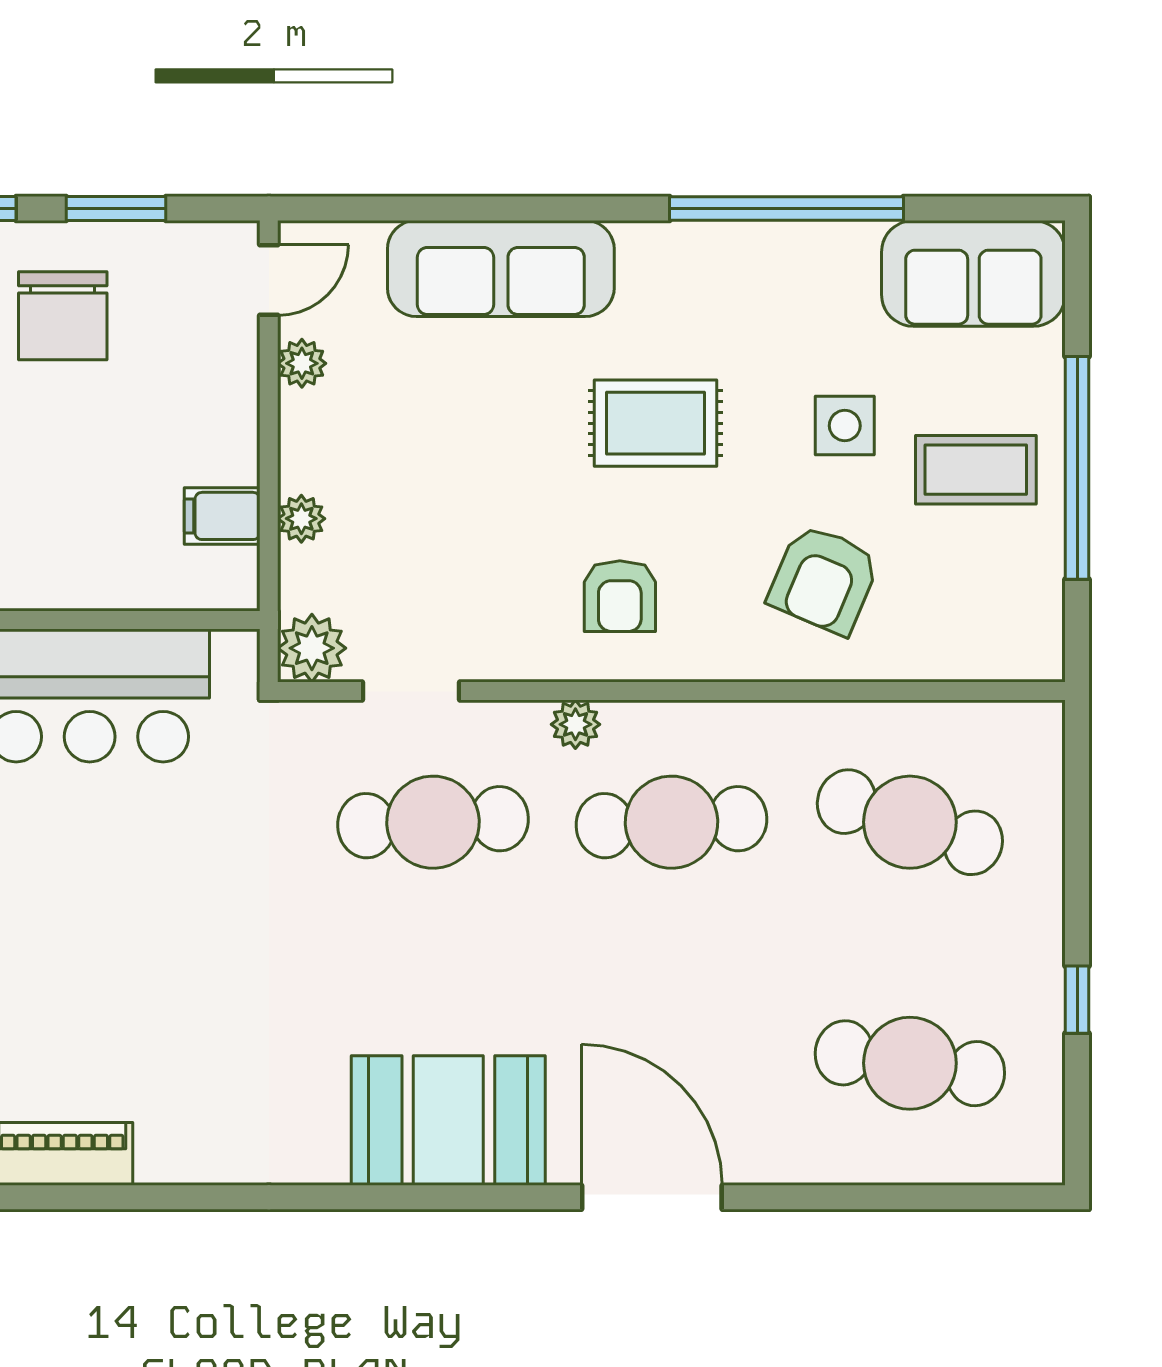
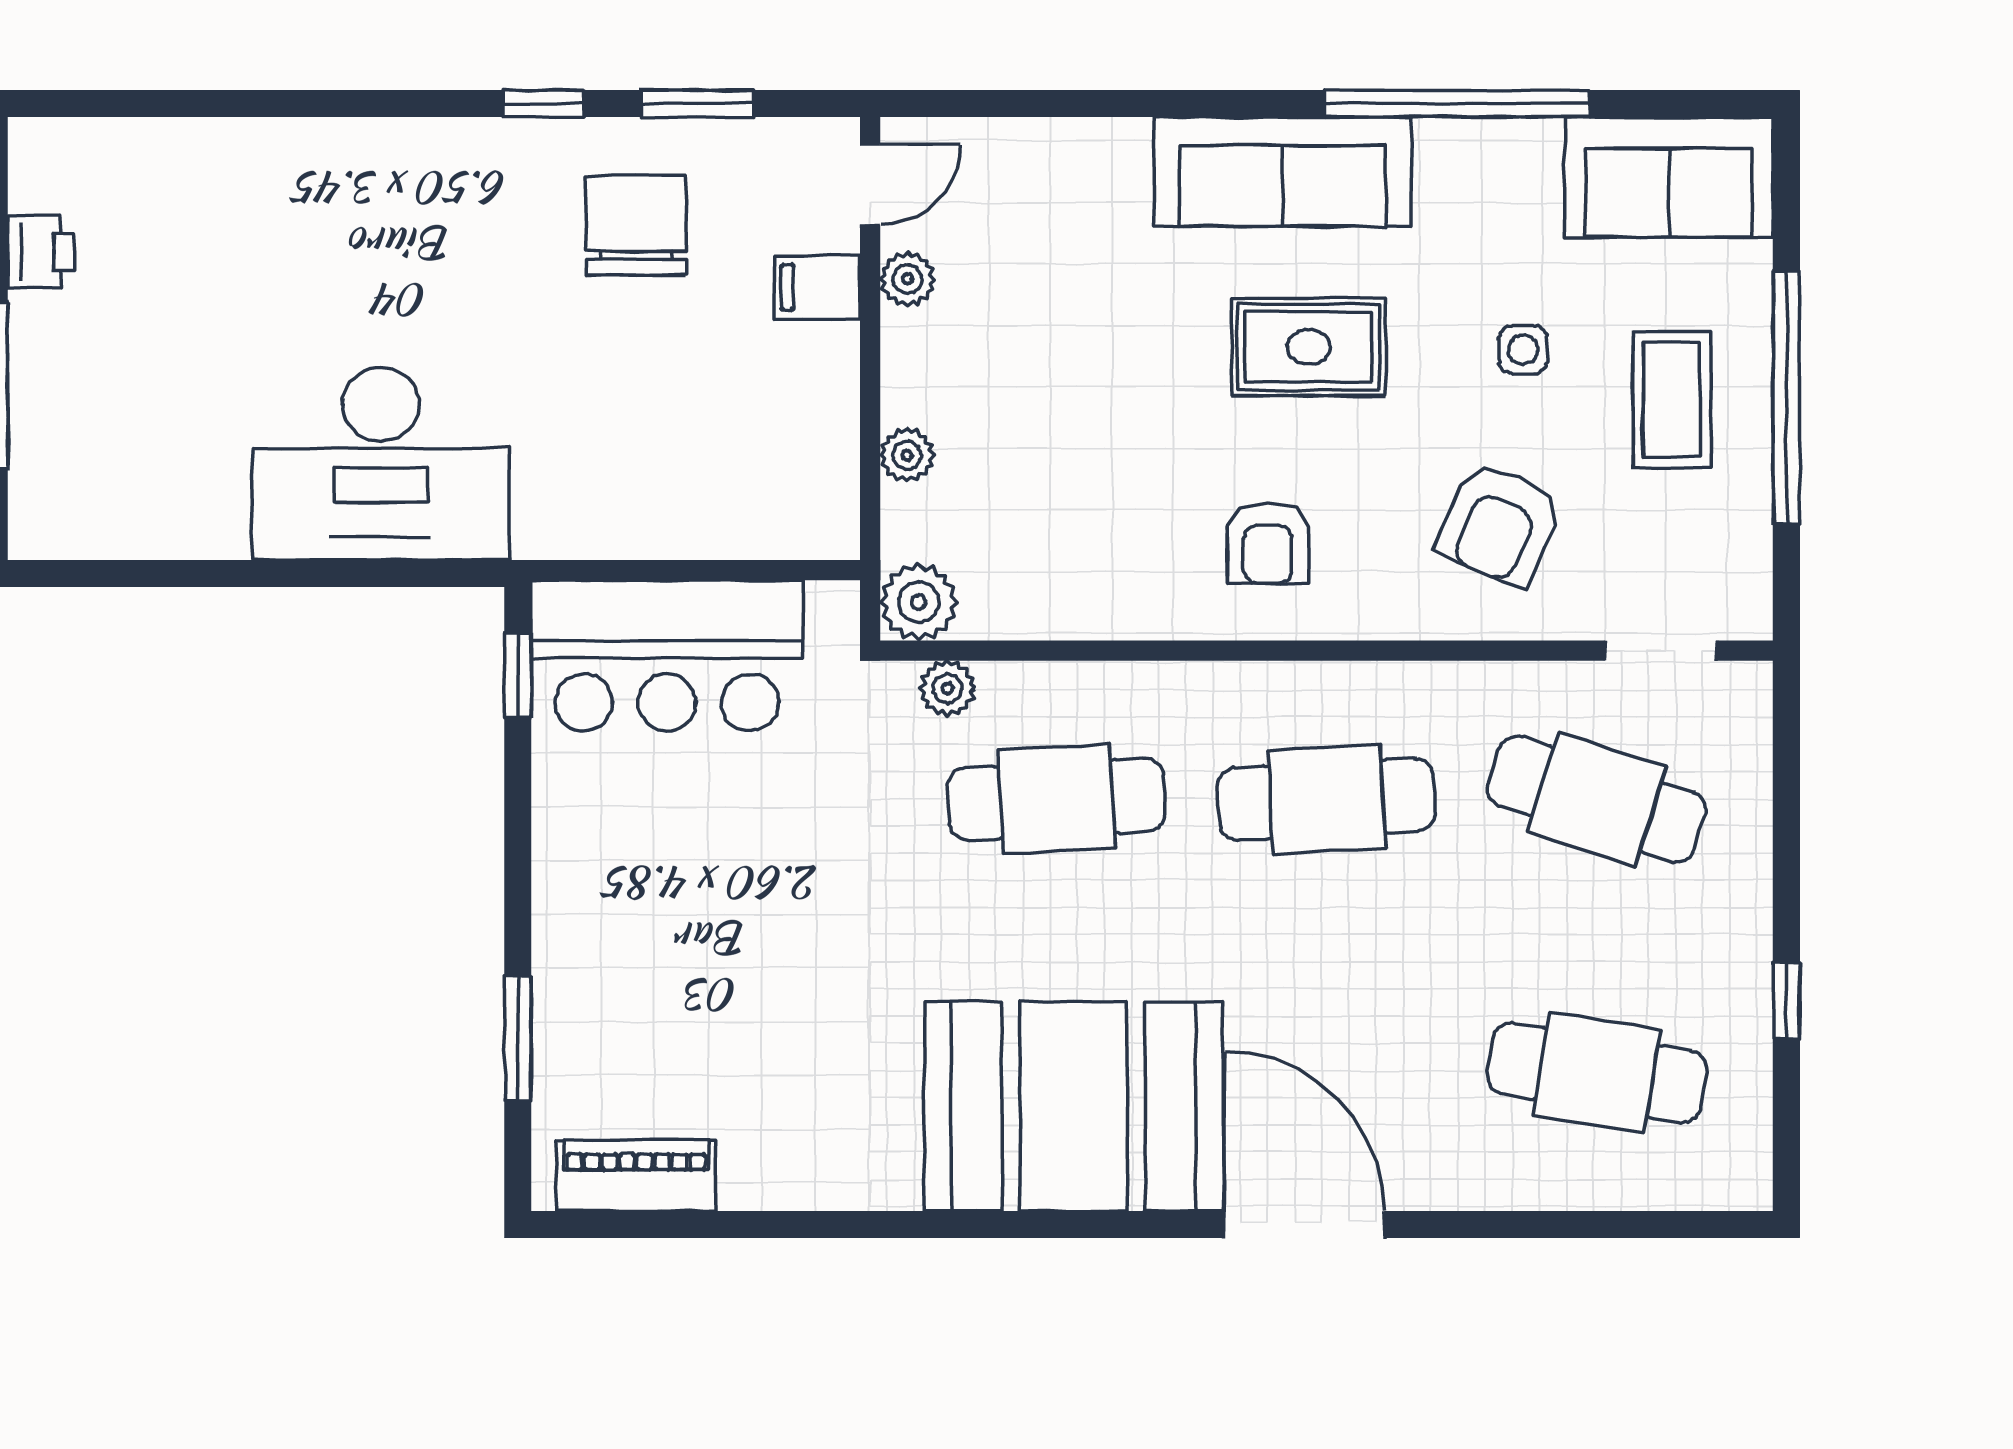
sofa: (501, 268) -> (1283, 172), moved
chair: (63, 316) -> (636, 225), turned 180
side table: (845, 426) -> (1523, 350), width x0.73, depth x0.73
coffee table: (976, 470) -> (1672, 400), turned 90
filing cabinet: (222, 516) -> (817, 287), moved
doorway: (411, 691) -> (1661, 651), moved
plant: (575, 724) -> (947, 688), moved
booth: (448, 1120) -> (1074, 1106), width x1.36, depth x1.42

